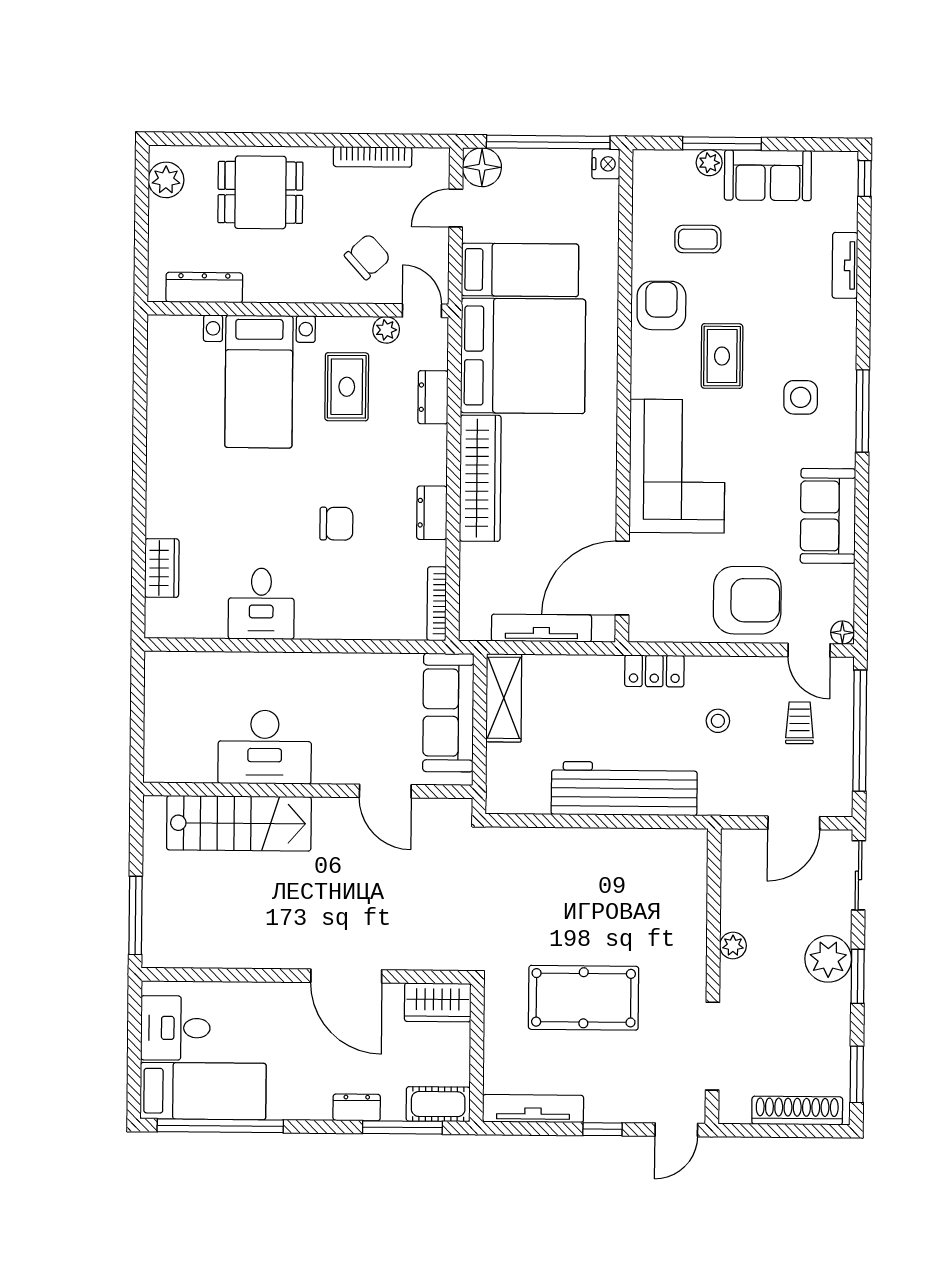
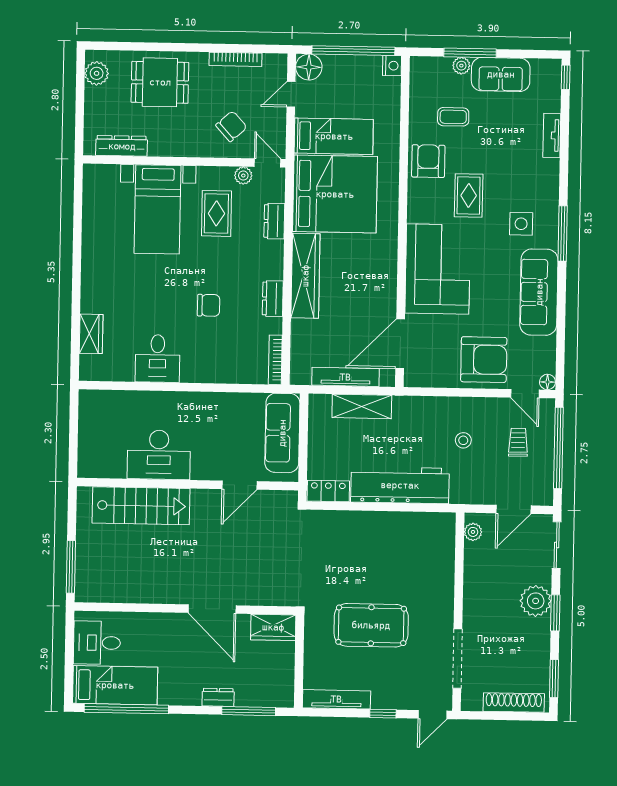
sofa: (828, 516) -> (539, 292), width x1.36
locker: (654, 671) -> (328, 491), moved, turned 180
shelving: (504, 698) -> (362, 406), moved, turned 90
door: (385, 791) -> (240, 485), hinge flipped
plant: (733, 946) -> (473, 532), moved
cot: (438, 1104) -> (273, 696), removed

